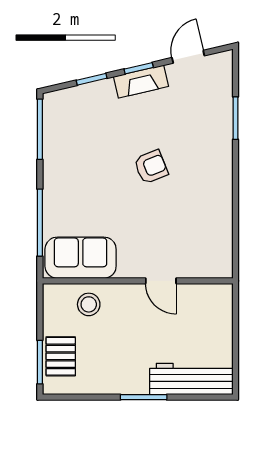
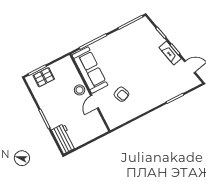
armchair: (151, 167) -> (121, 94), moved
sofa: (81, 258) -> (90, 70), width x1.36
stool: (89, 304) -> (80, 90), moved
workbench: (191, 379) -> (64, 139), width x0.73

